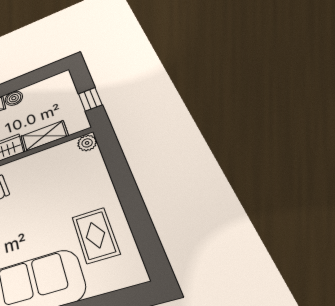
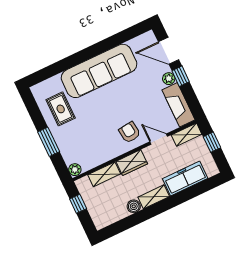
window: (125, 184) -> (49, 142), added

